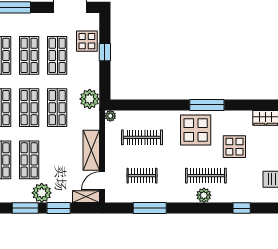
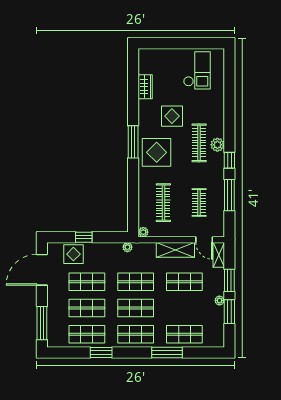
plant: (90, 99) -> (127, 247), width x0.53, depth x0.53
shop shelf: (29, 160) -> (184, 282), moved
plant: (42, 193) -> (219, 300), width x0.53, depth x0.53
window: (242, 208) -> (229, 160), moved

